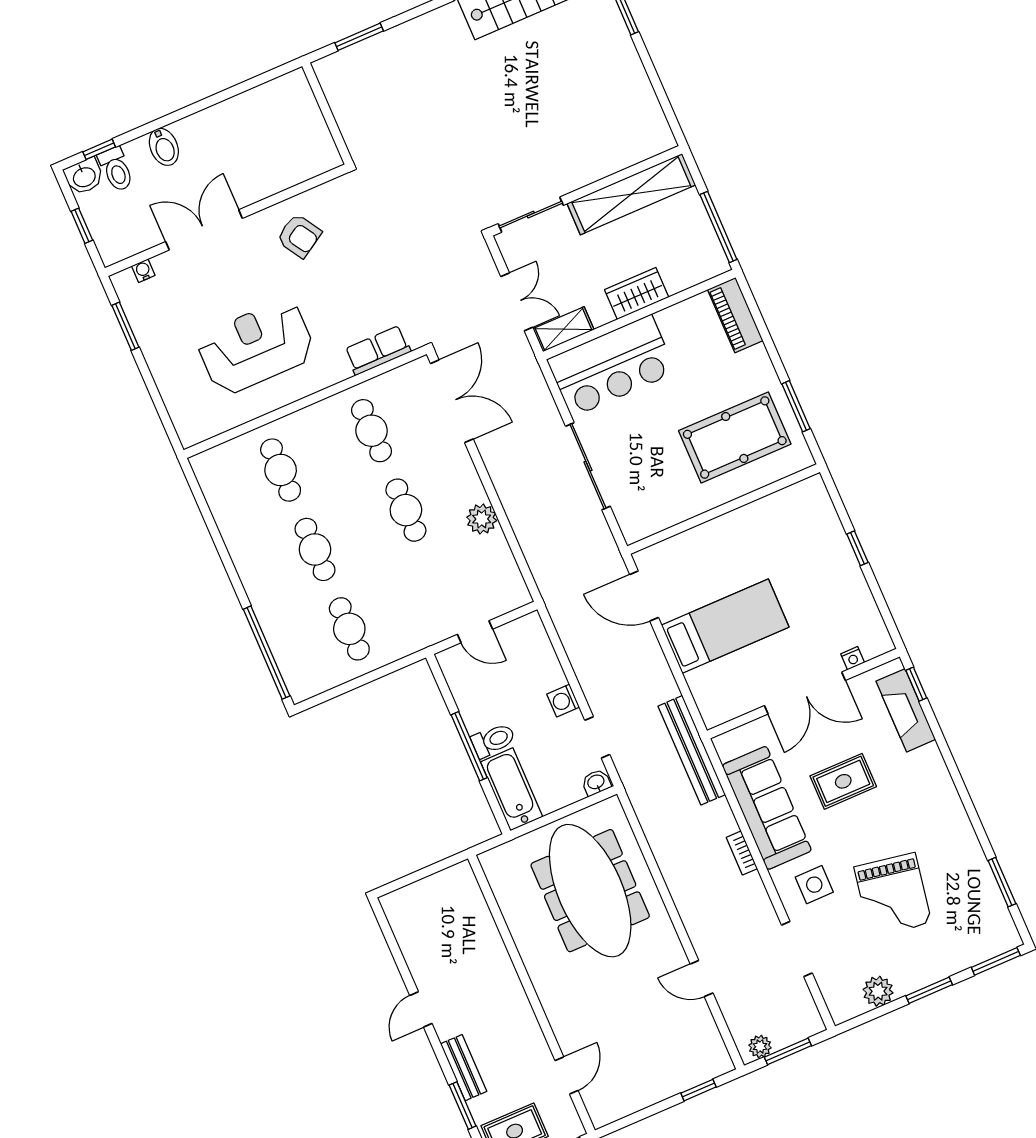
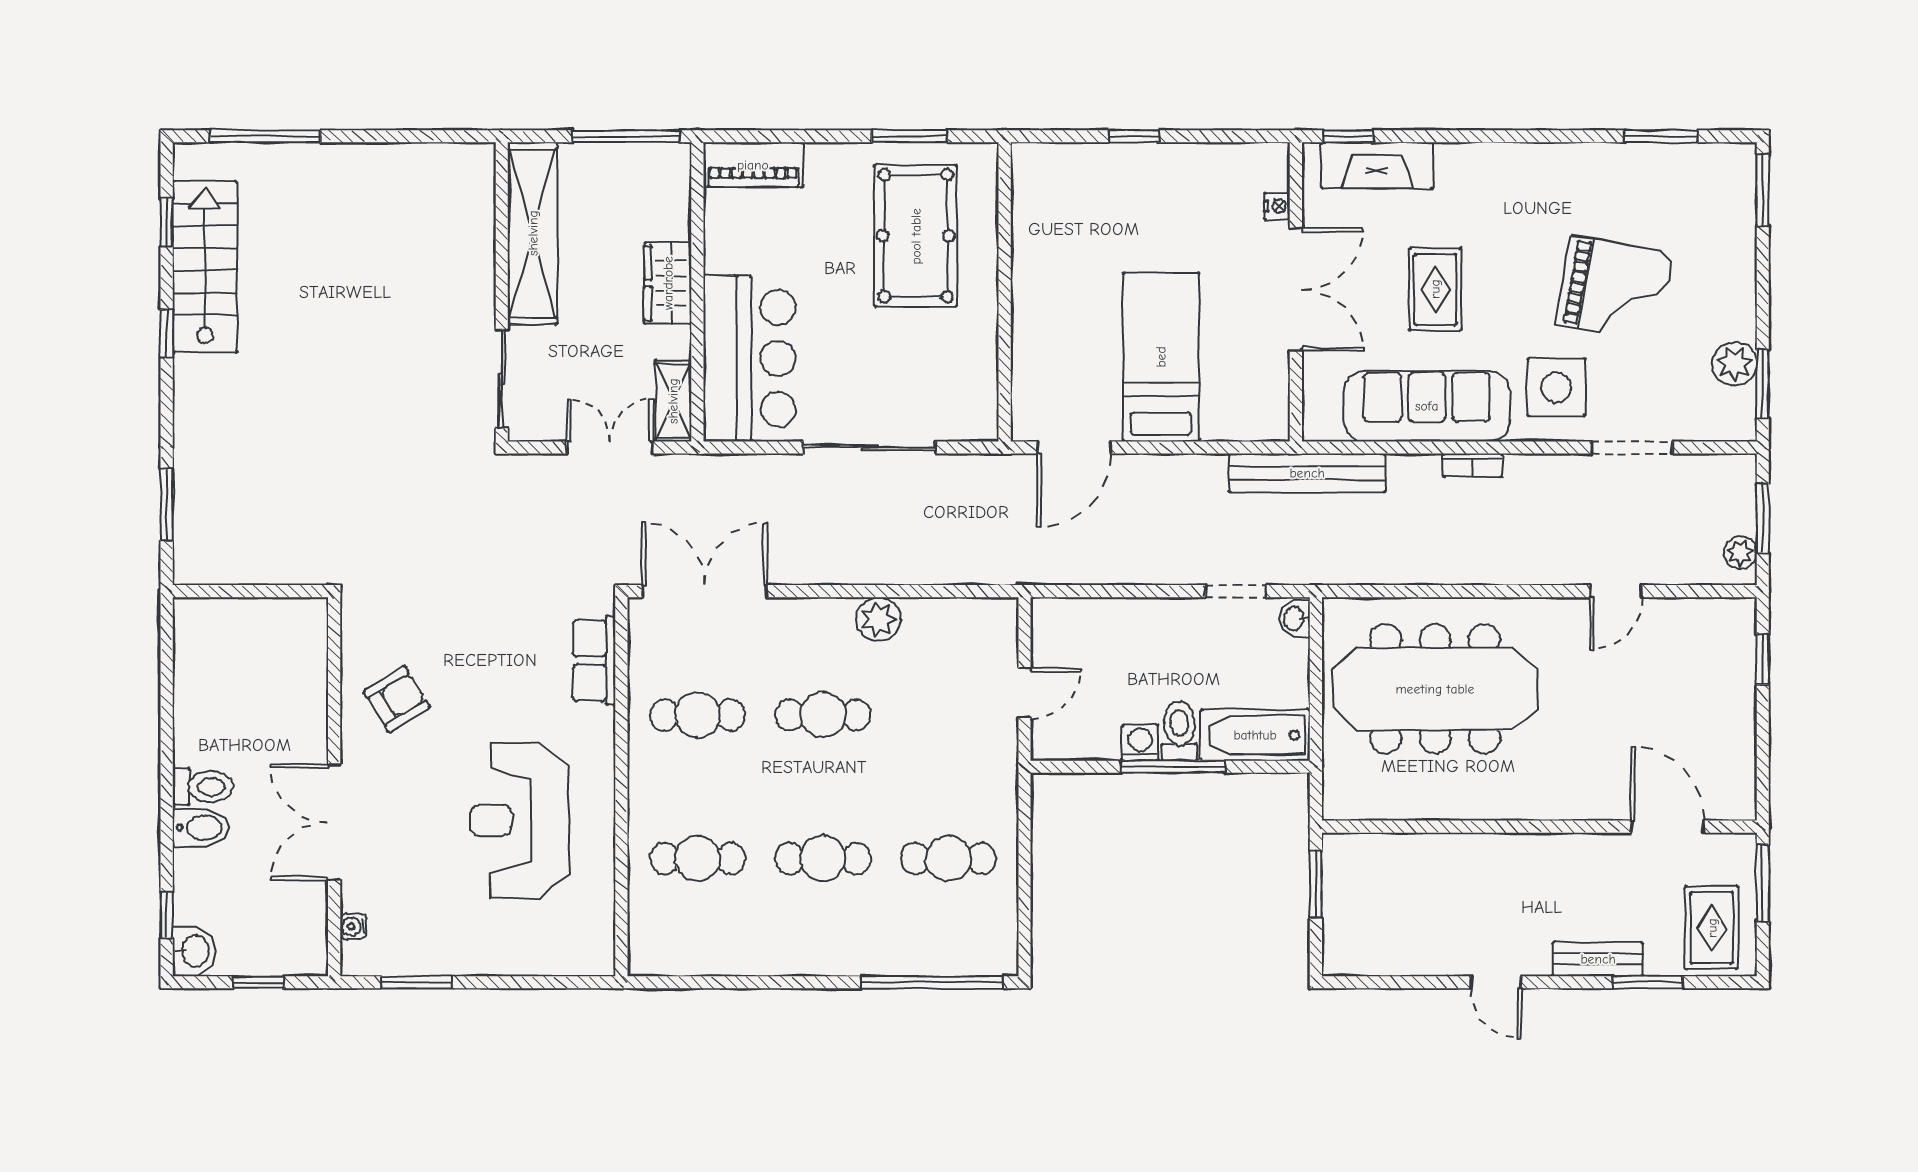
toilet: (116, 169) -> (203, 787), moved
washing machine: (563, 701) -> (1140, 743), moved, turned 180
window: (434, 869) -> (1316, 884), added
side table: (814, 885) -> (1556, 387), width x1.37, depth x1.37
window: (929, 990) -> (1763, 384), moved
door: (567, 1076) -> (1668, 827), width x1.38

